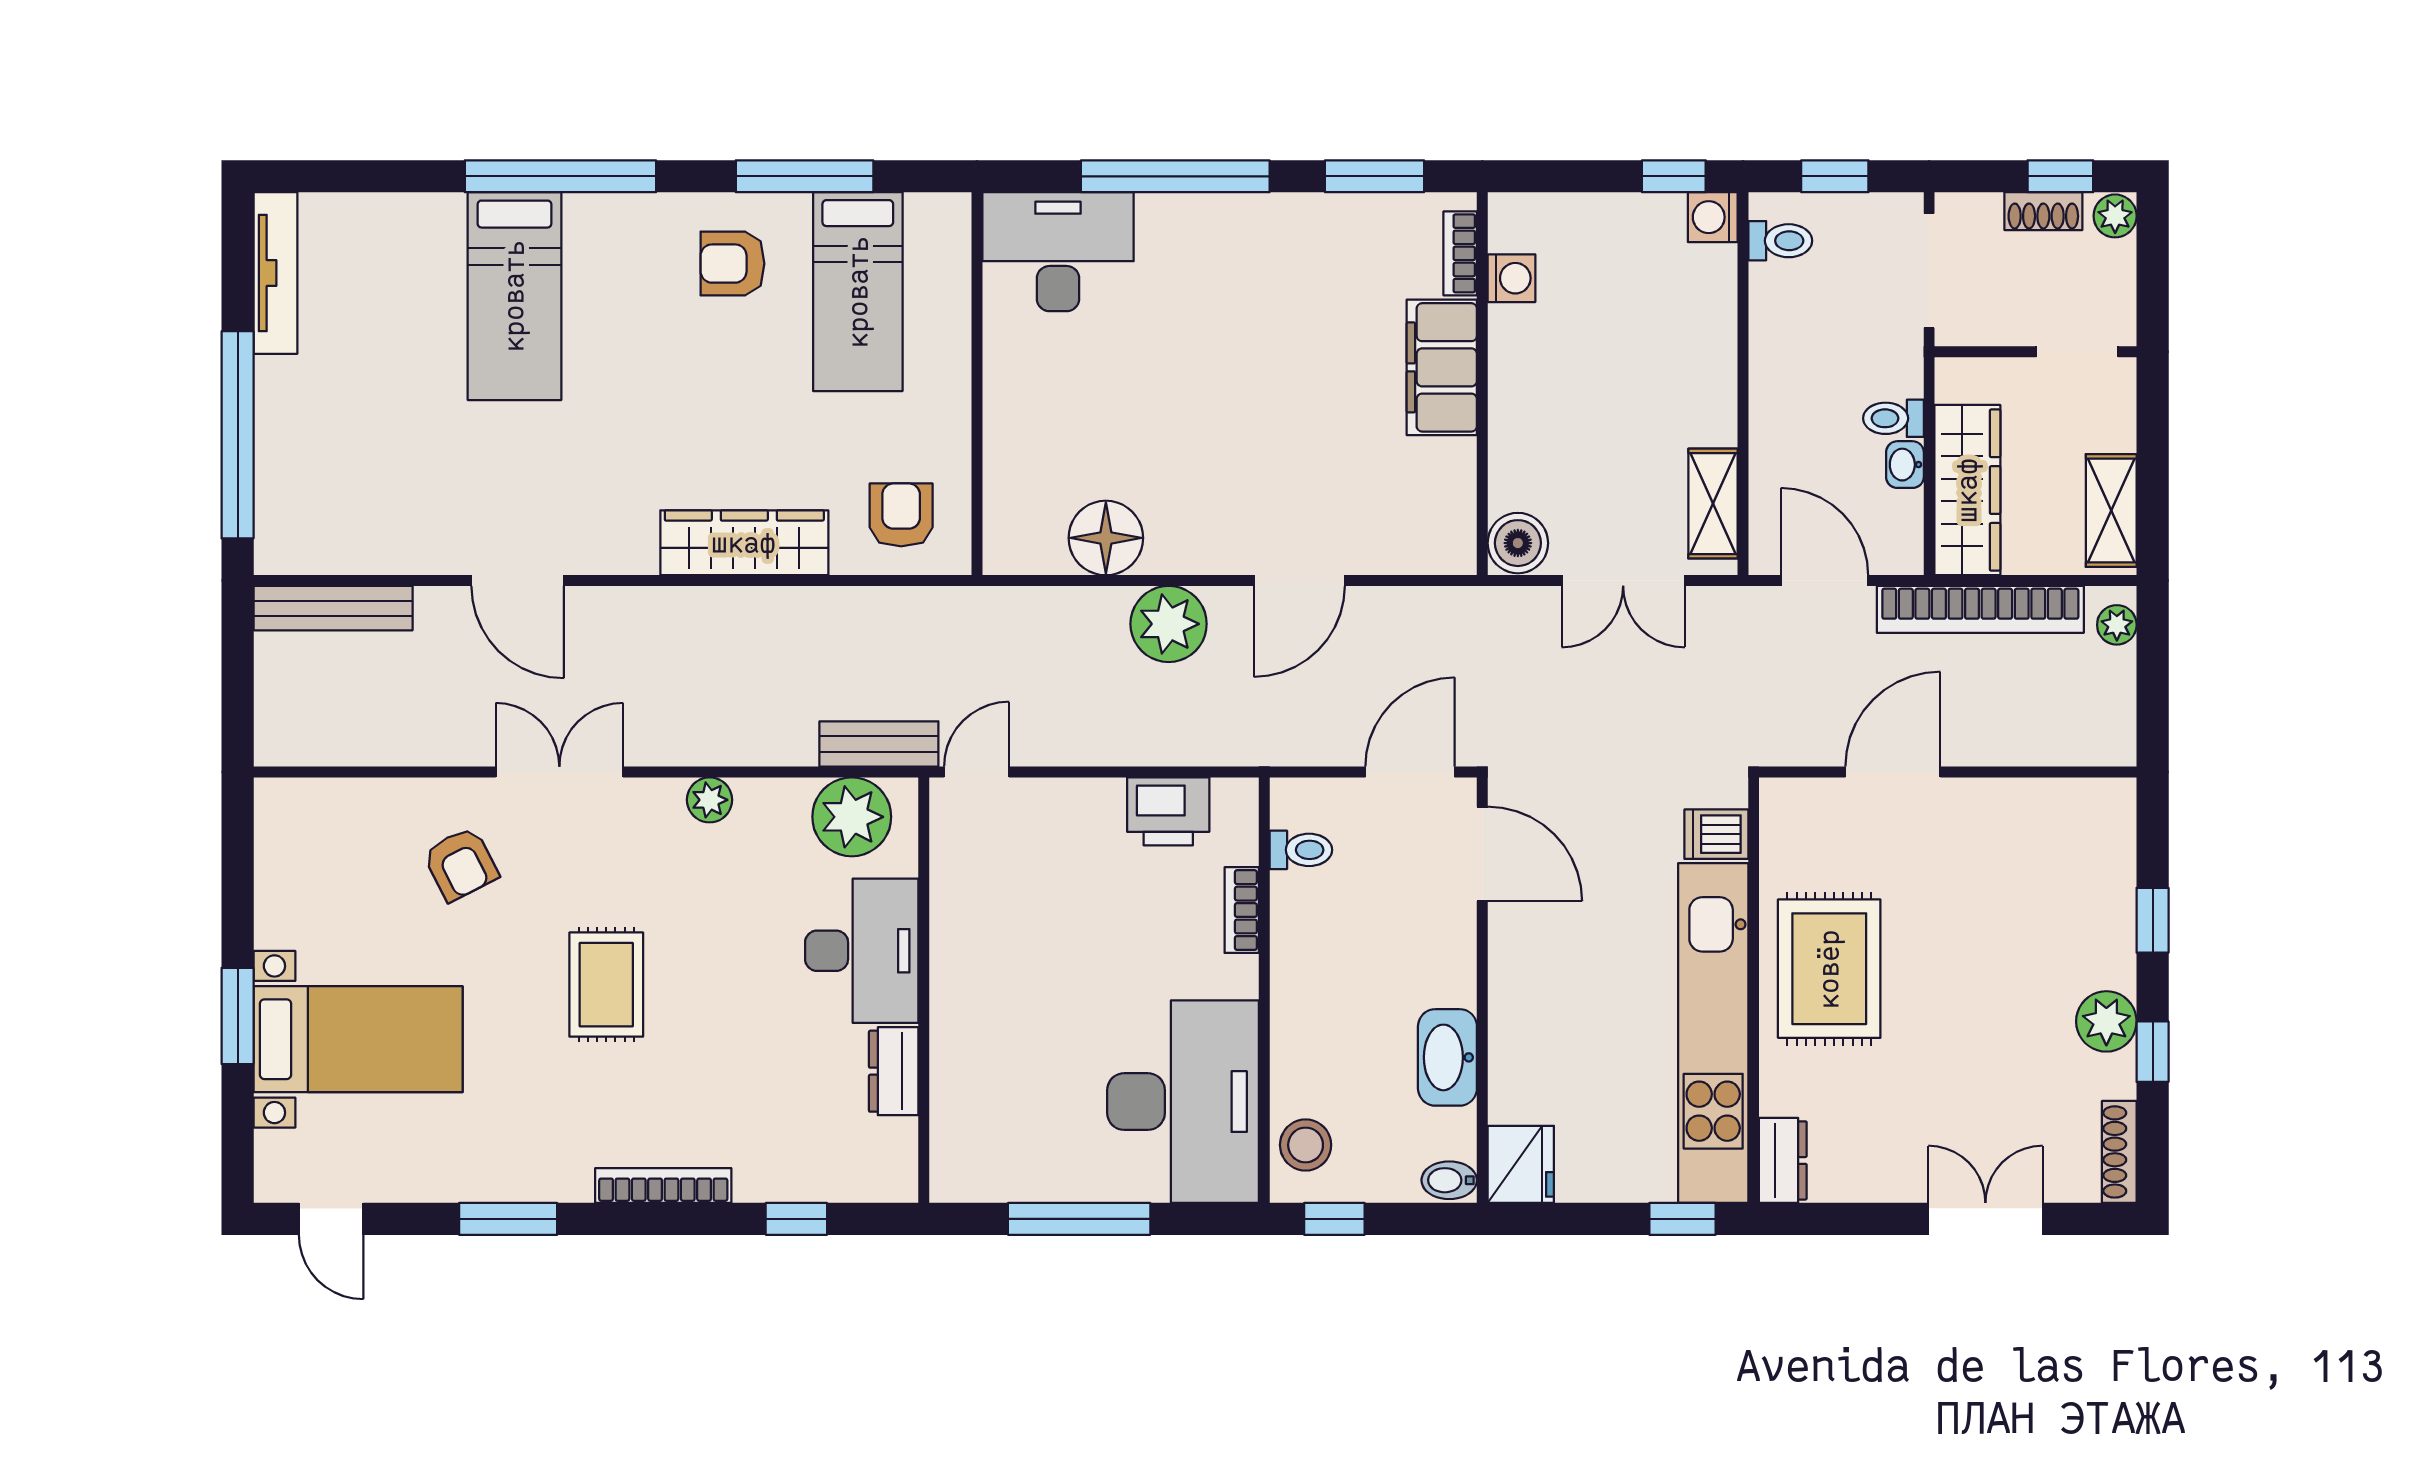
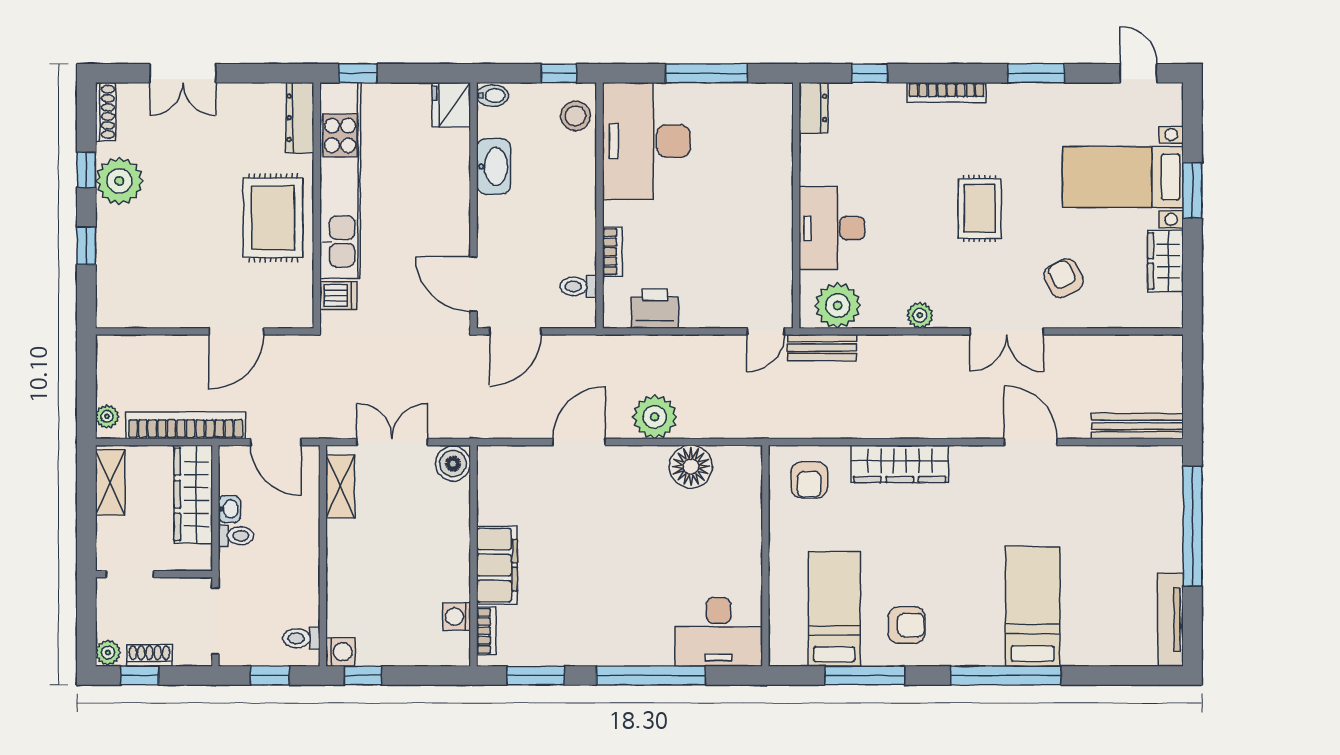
wardrobe: (284, 894) -> (1165, 261), added
plant: (2106, 1021) -> (119, 181), width x1.36, depth x1.36
dresser: (894, 1071) -> (813, 108), moved
dresser: (1783, 1160) -> (300, 118), width x1.44

